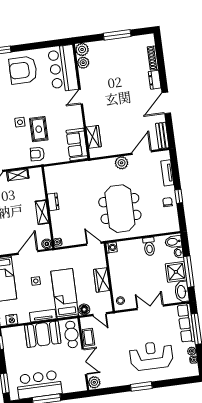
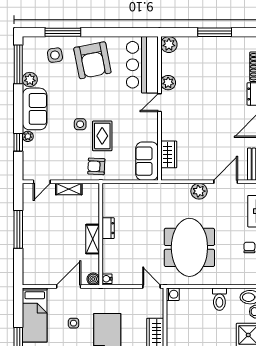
plant: (83, 63) -> (168, 83), moved
armchair: (23, 70) -> (92, 60), turned -101

